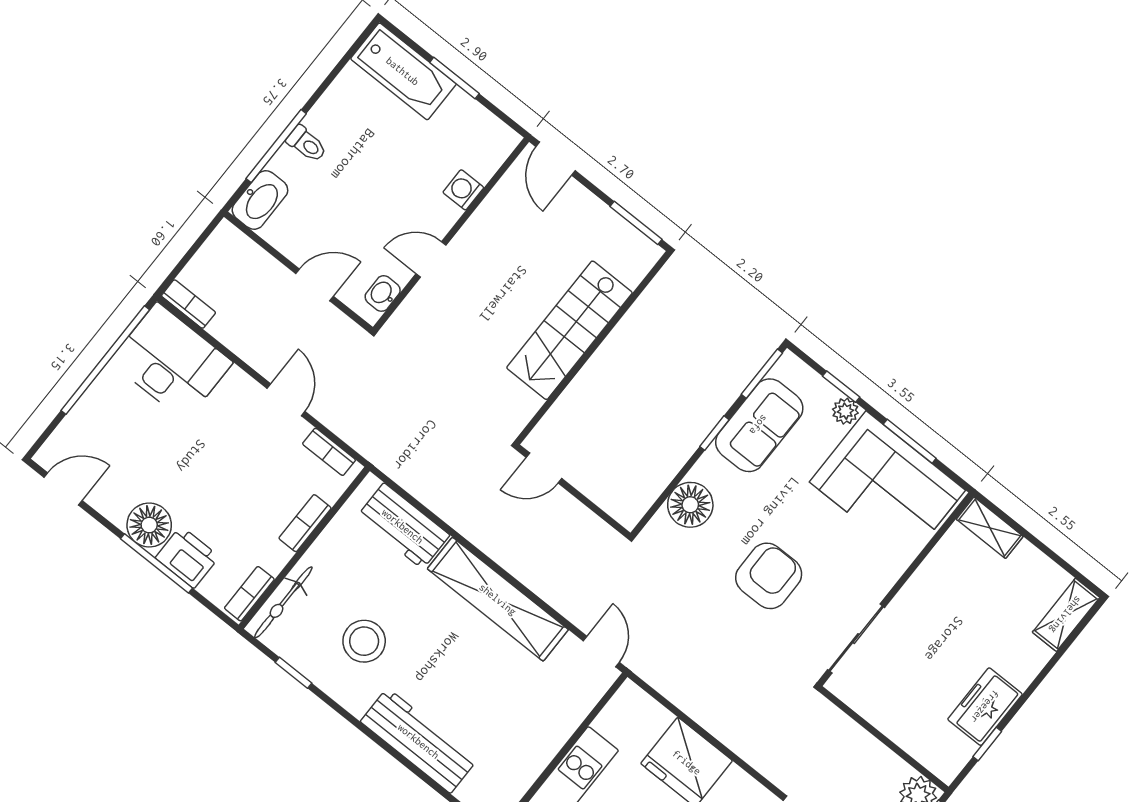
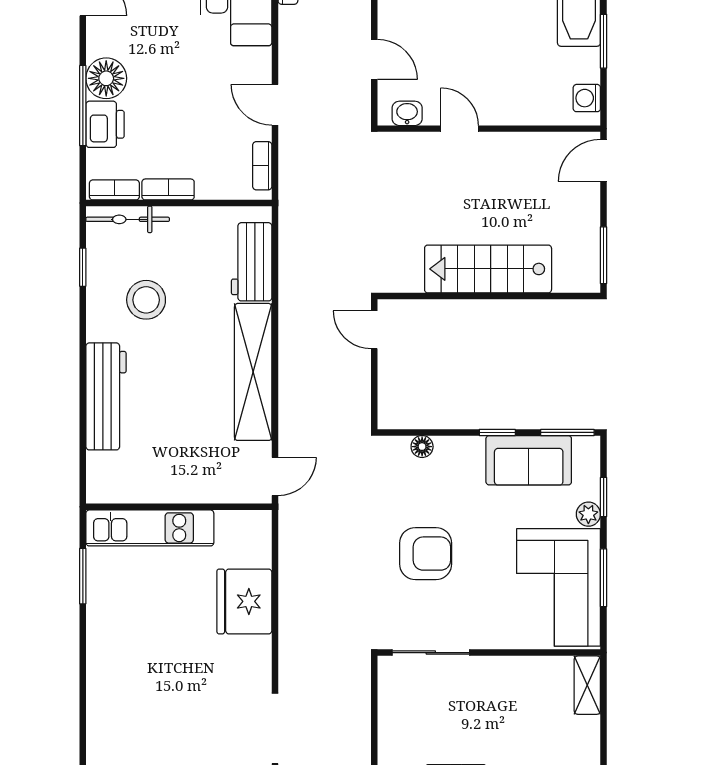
washing machine: (463, 190) -> (587, 98), moved, turned -90
door: (286, 400) -> (275, 105), swing flipped
floor lamp: (690, 505) -> (422, 447), width x0.53, depth x0.53
bookcase: (305, 523) -> (168, 189), moved

